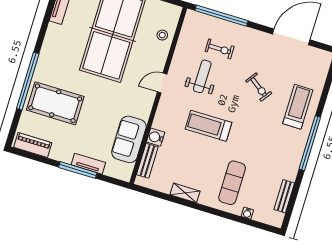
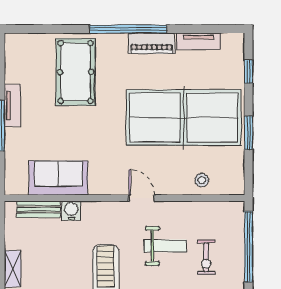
window: (28, 81) -> (128, 29), moved
piano: (33, 145) -> (152, 43), moved, turned 90
tv unit: (88, 164) -> (12, 106), moved

